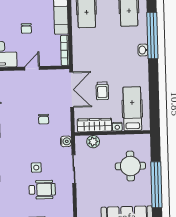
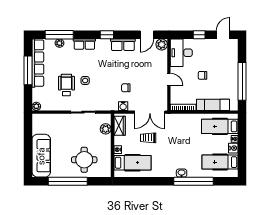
wardrobe: (95, 125) -> (120, 126), width x0.67
water cooler: (66, 141) -> (123, 106), moved
wheelchair: (42, 190) -> (66, 85), turned 180

